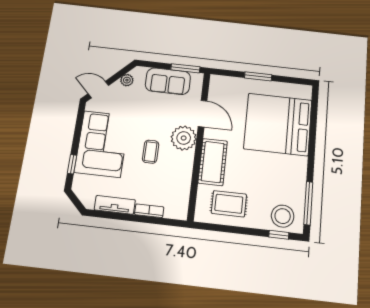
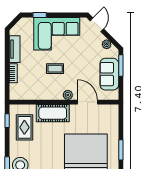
window: (185, 68) -> (121, 66), moved
window: (258, 76) -> (121, 150), moved
door: (203, 114) -> (87, 102), swing flipped
plant: (184, 138) -> (68, 95), width x0.53, depth x0.53
window: (217, 228) -> (7, 121), added

